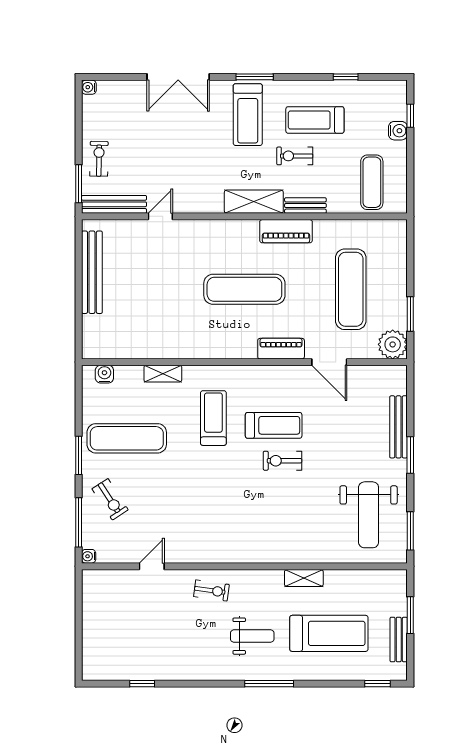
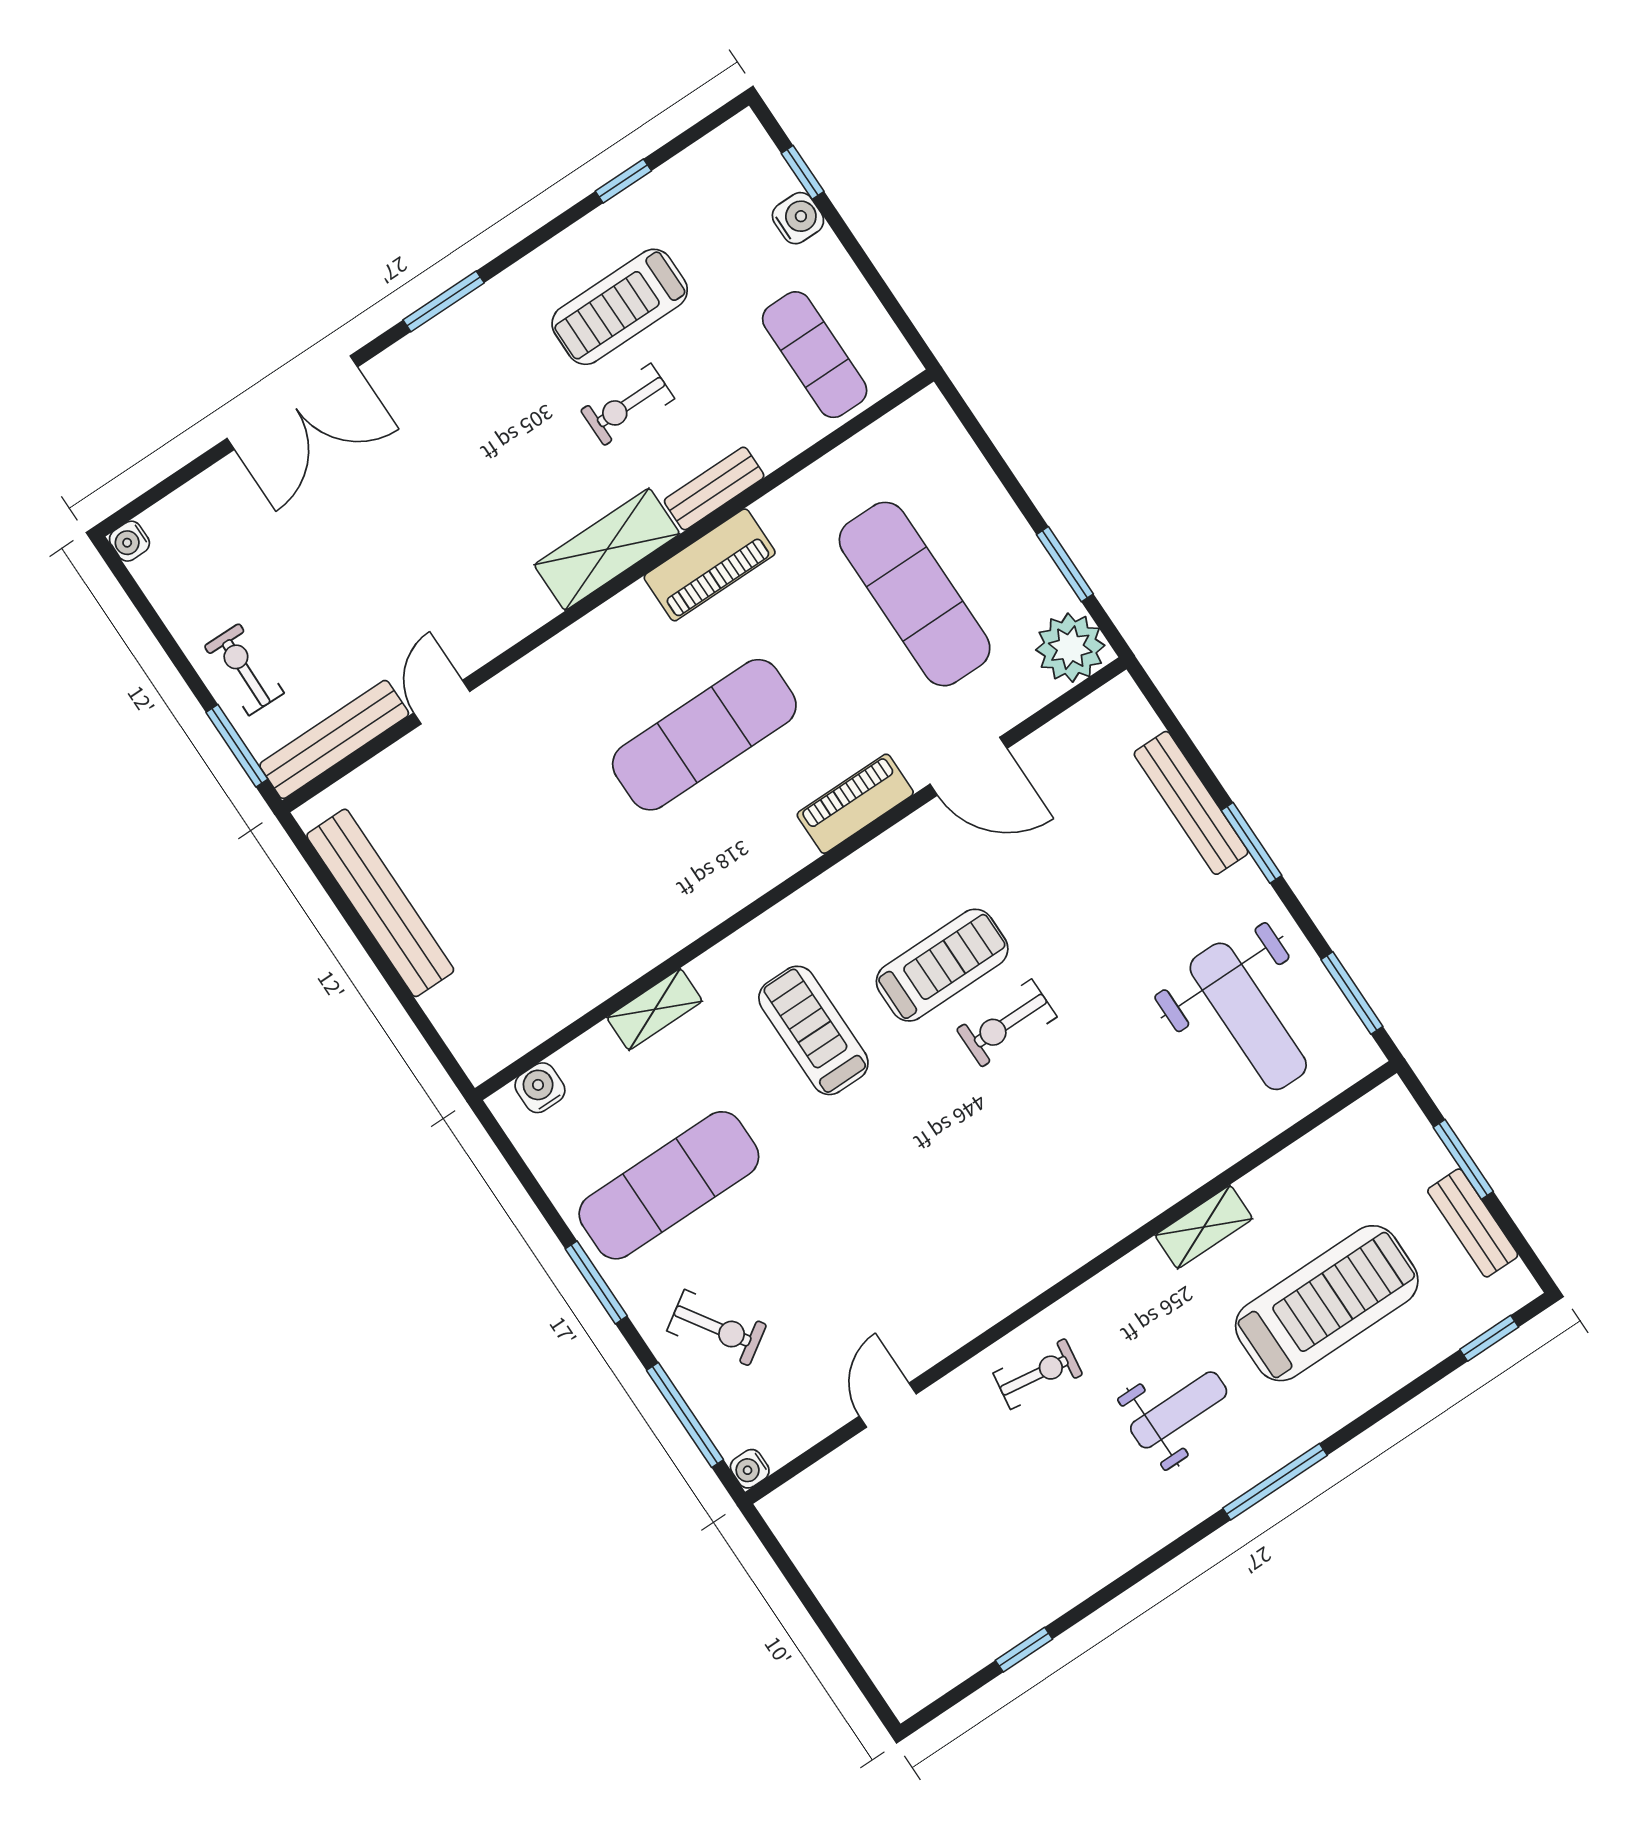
treadmill: (248, 115) -> (480, 385), removed

